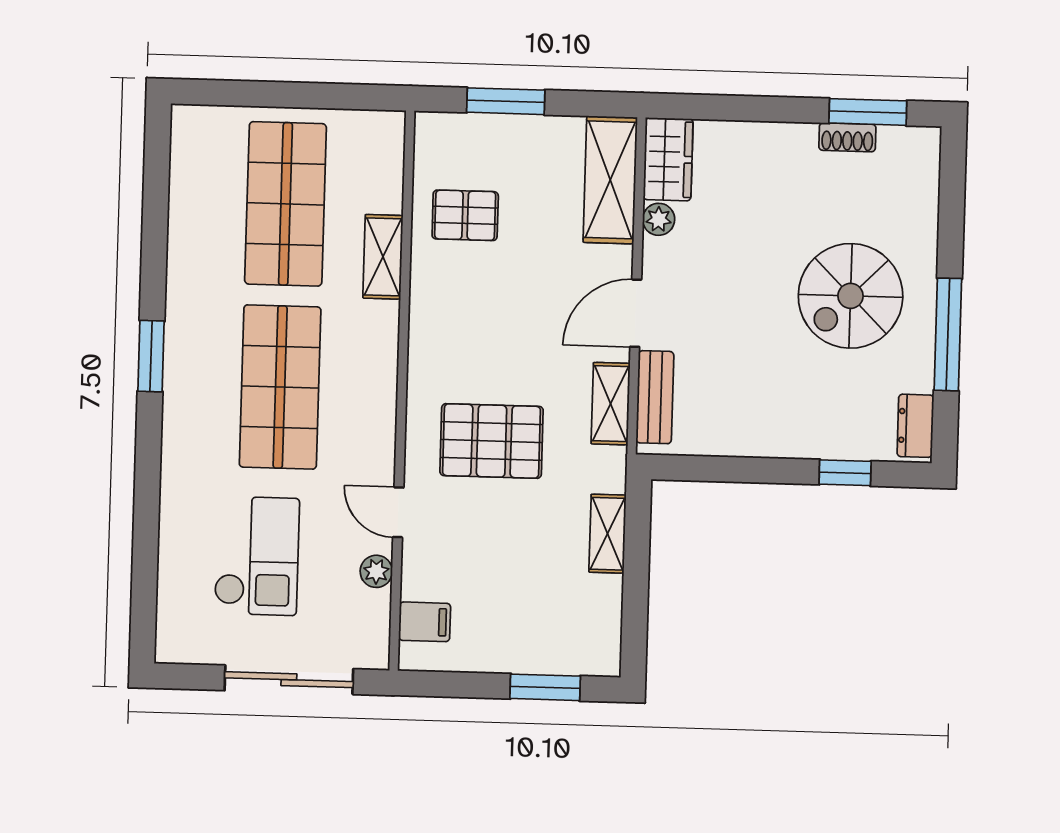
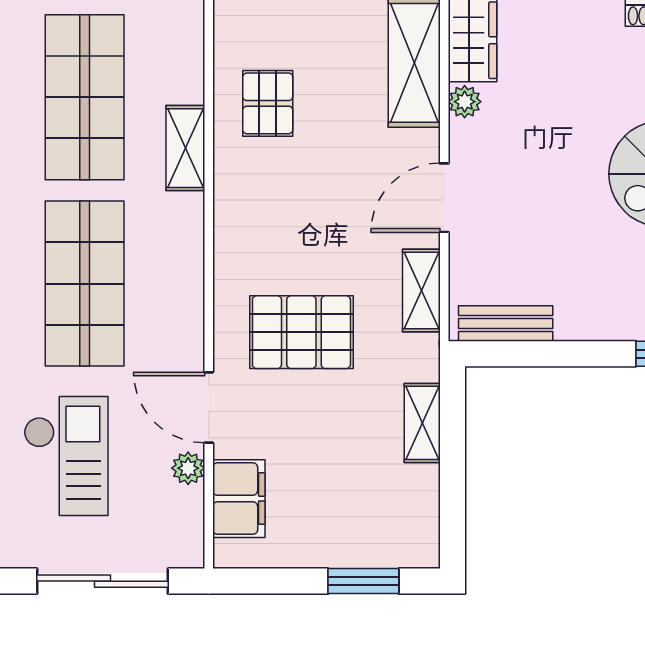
pallet: (465, 215) -> (268, 103), turned 90
bench: (655, 397) -> (506, 323), moved, turned 90
door: (398, 512) -> (209, 408), width x1.38
filing cabinet: (425, 622) -> (239, 499), width x2.00

